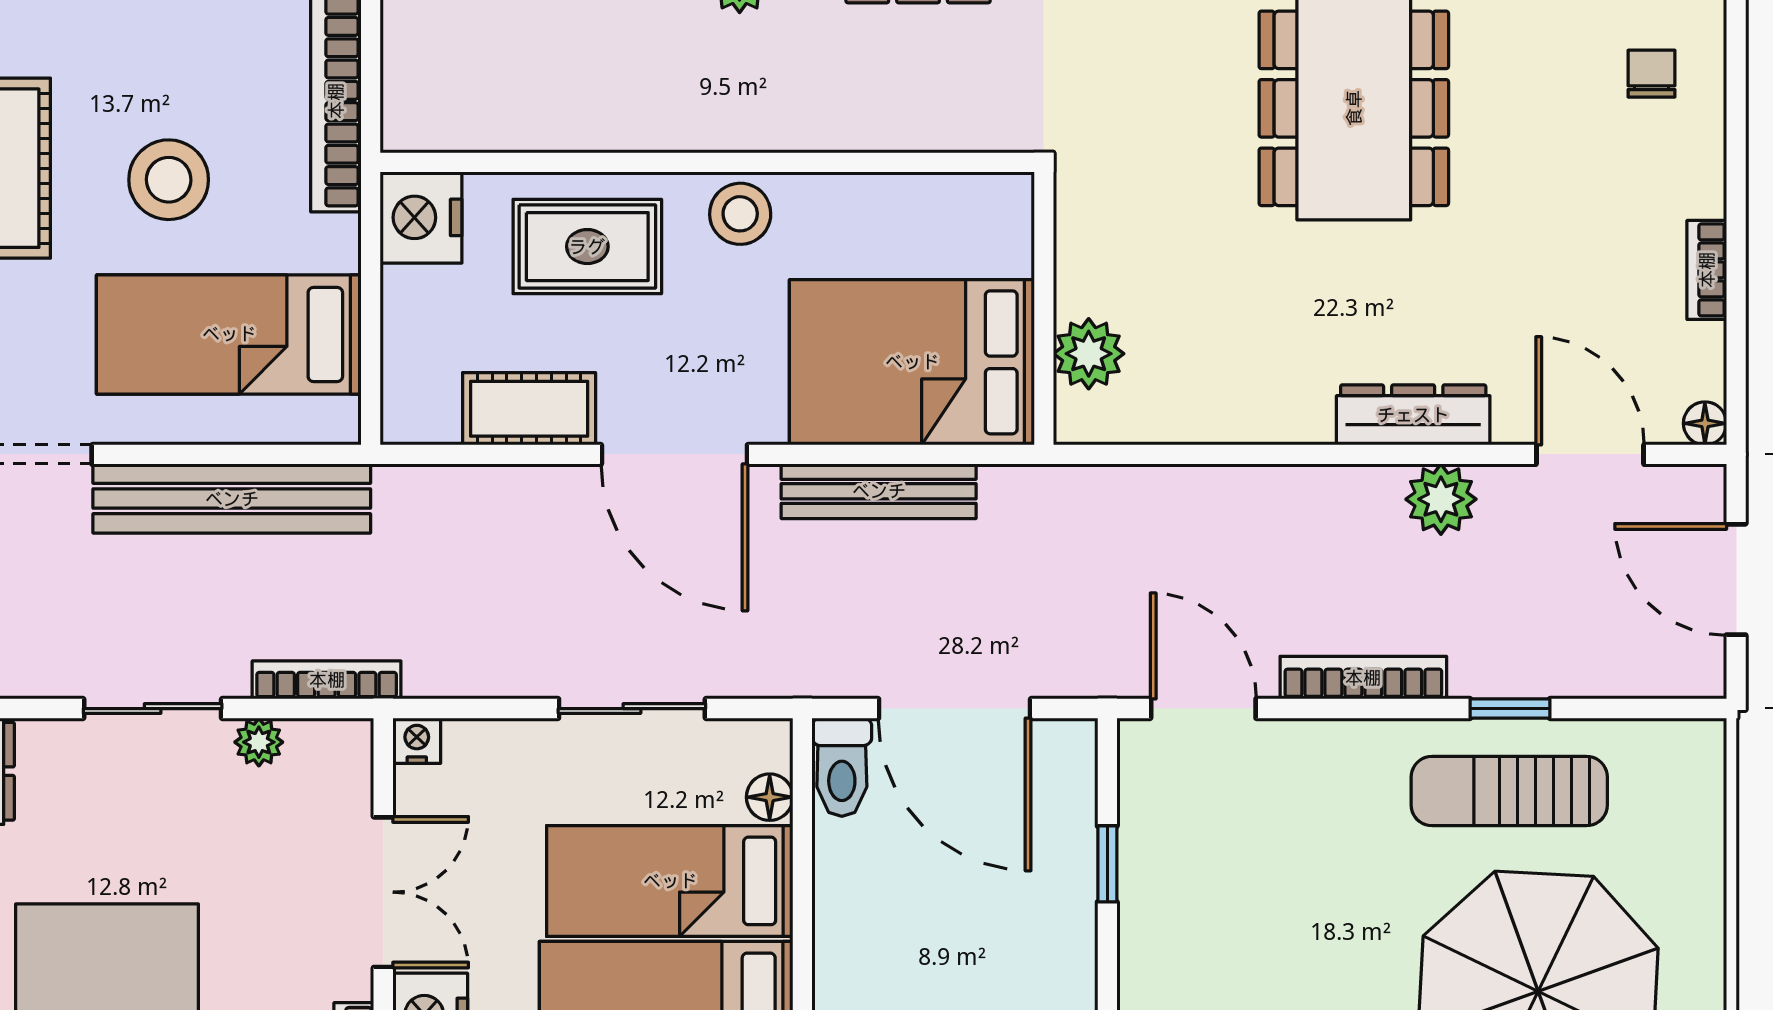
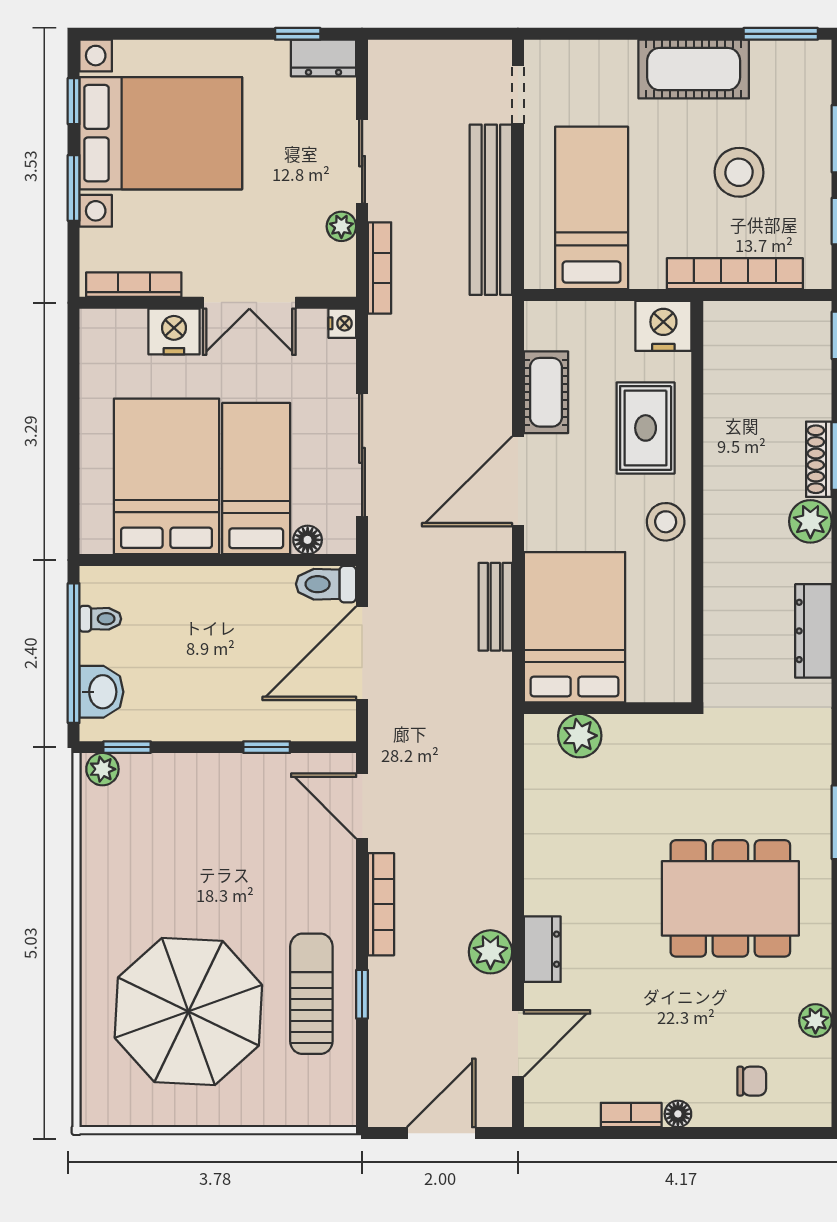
stool: (169, 180) -> (739, 172), moved
dresser: (1413, 415) -> (542, 949), width x0.70
floor lamp: (1705, 423) -> (678, 1114), moved
bench: (879, 491) -> (495, 607), width x0.73
sliding door: (632, 709) -> (362, 455), width x1.37
door: (1203, 709) -> (362, 806), swing flipped

